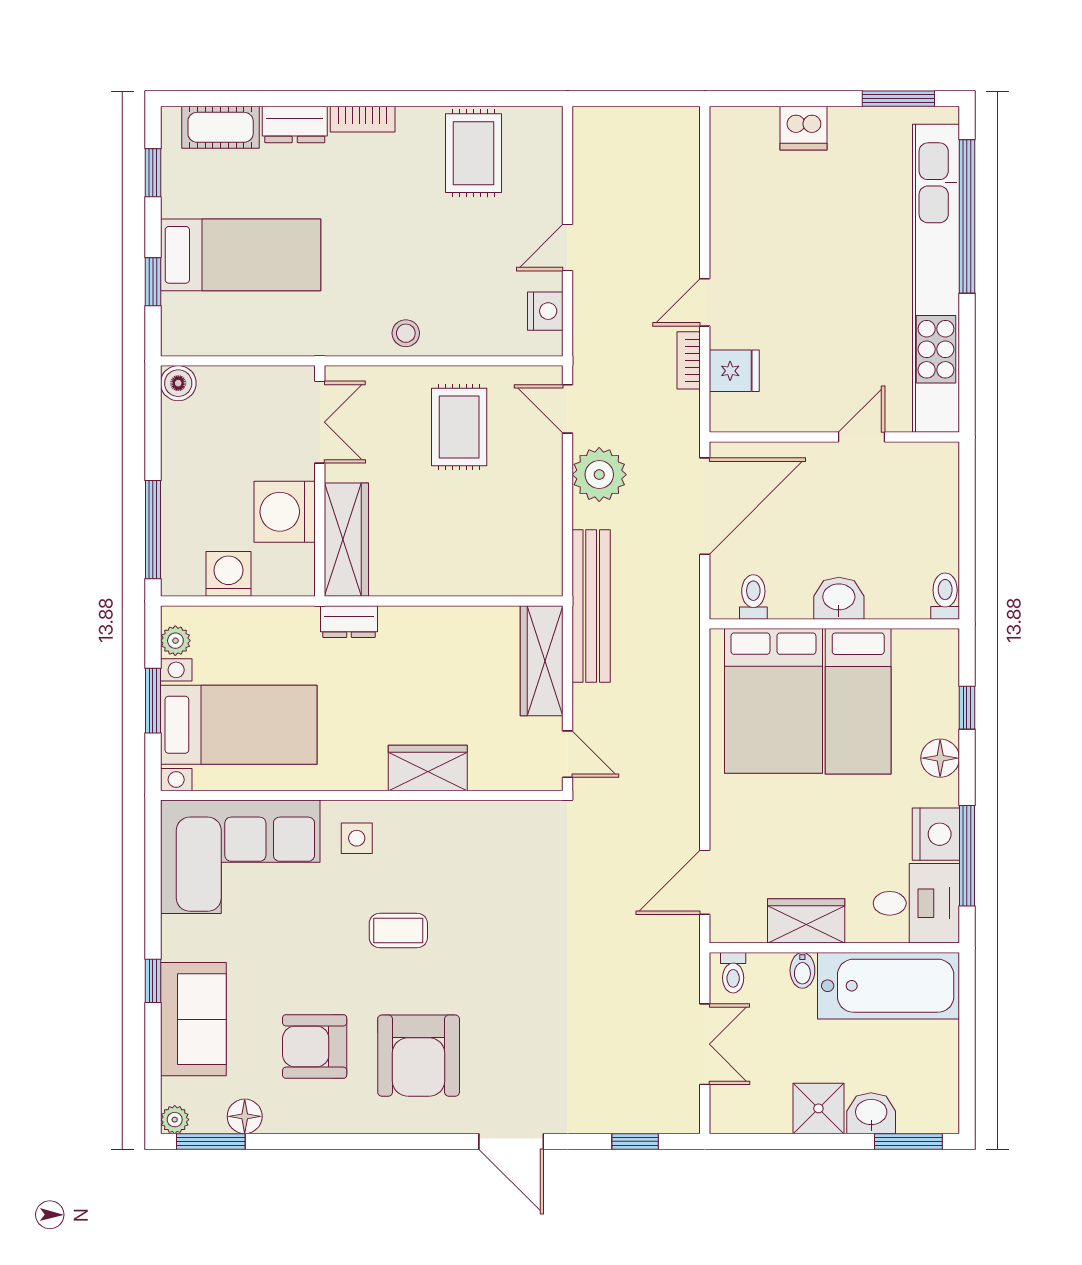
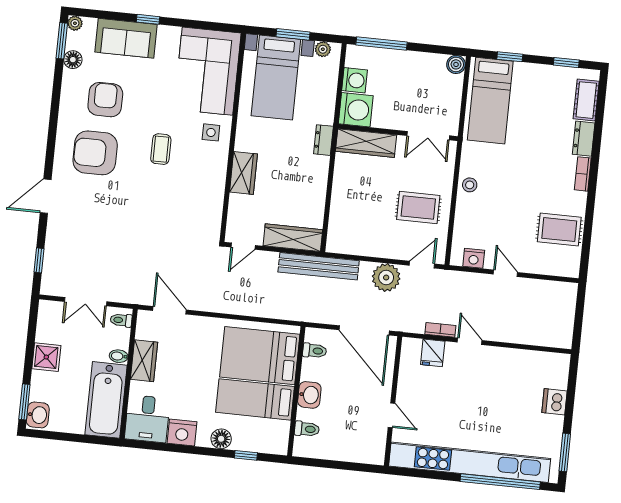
bed: (241, 255) -> (490, 101), moved
washing machine: (285, 512) -> (356, 110), moved, turned 90
toilet: (945, 596) -> (307, 429), moved
window: (967, 856) -> (169, 447), removed
washbasin: (871, 1113) -> (38, 415), moved

